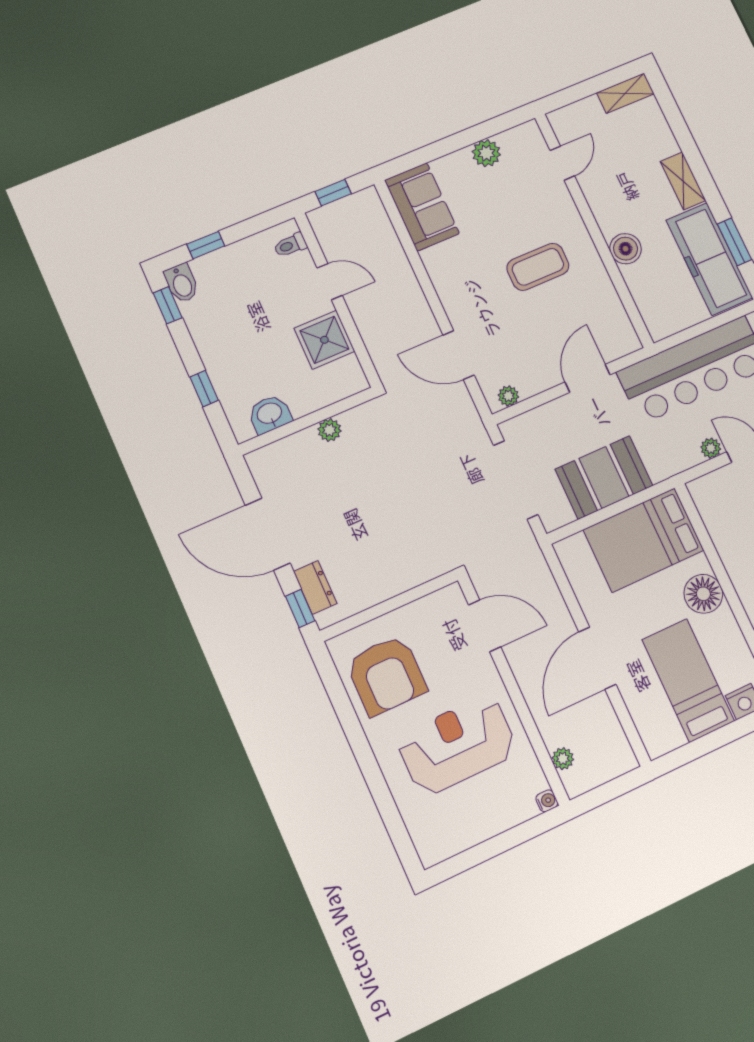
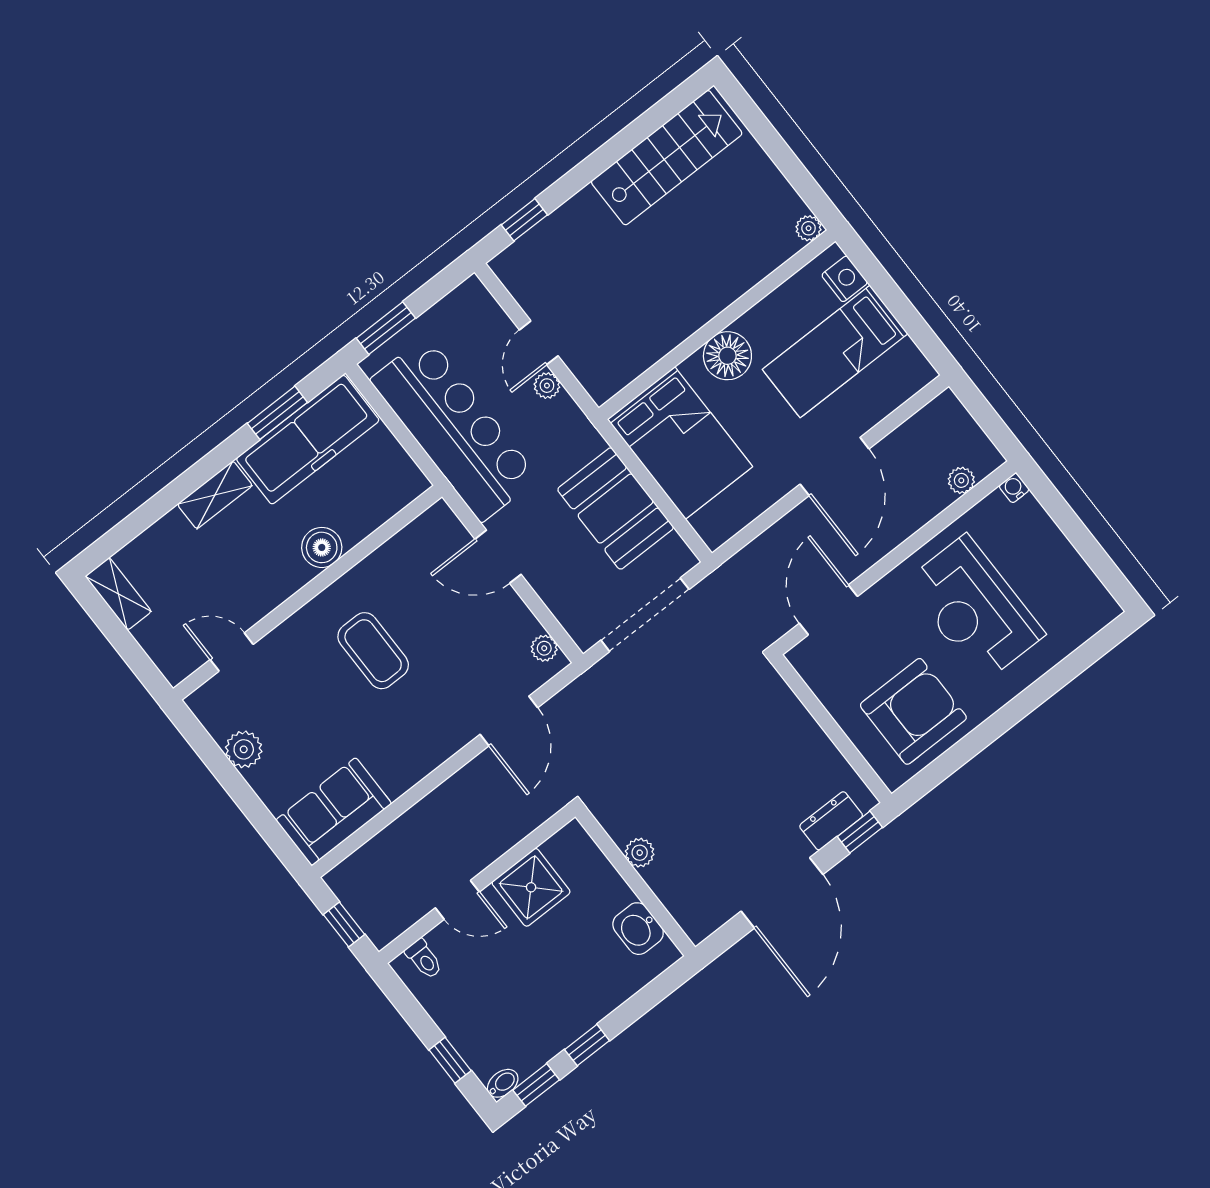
door: (330, 282) -> (457, 900), swing flipped
bidet: (182, 283) -> (503, 1083), width x0.72, depth x0.74
window: (204, 389) -> (587, 1045), moved
door: (597, 658) -> (835, 467), hinge flipped

